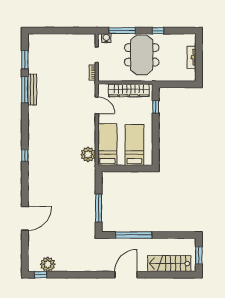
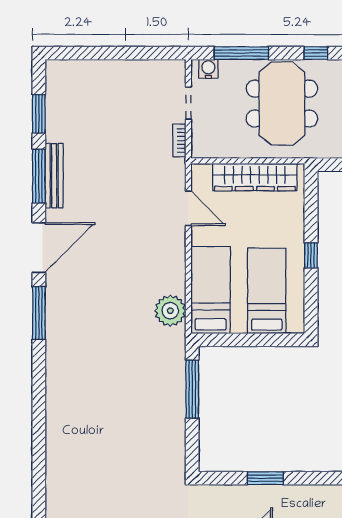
window: (156, 107) -> (311, 255), moved
window: (25, 156) -> (39, 313), width x2.17
window: (99, 208) -> (192, 389), moved
door: (25, 218) -> (39, 247), moved
window: (134, 235) -> (265, 478), width x0.47

